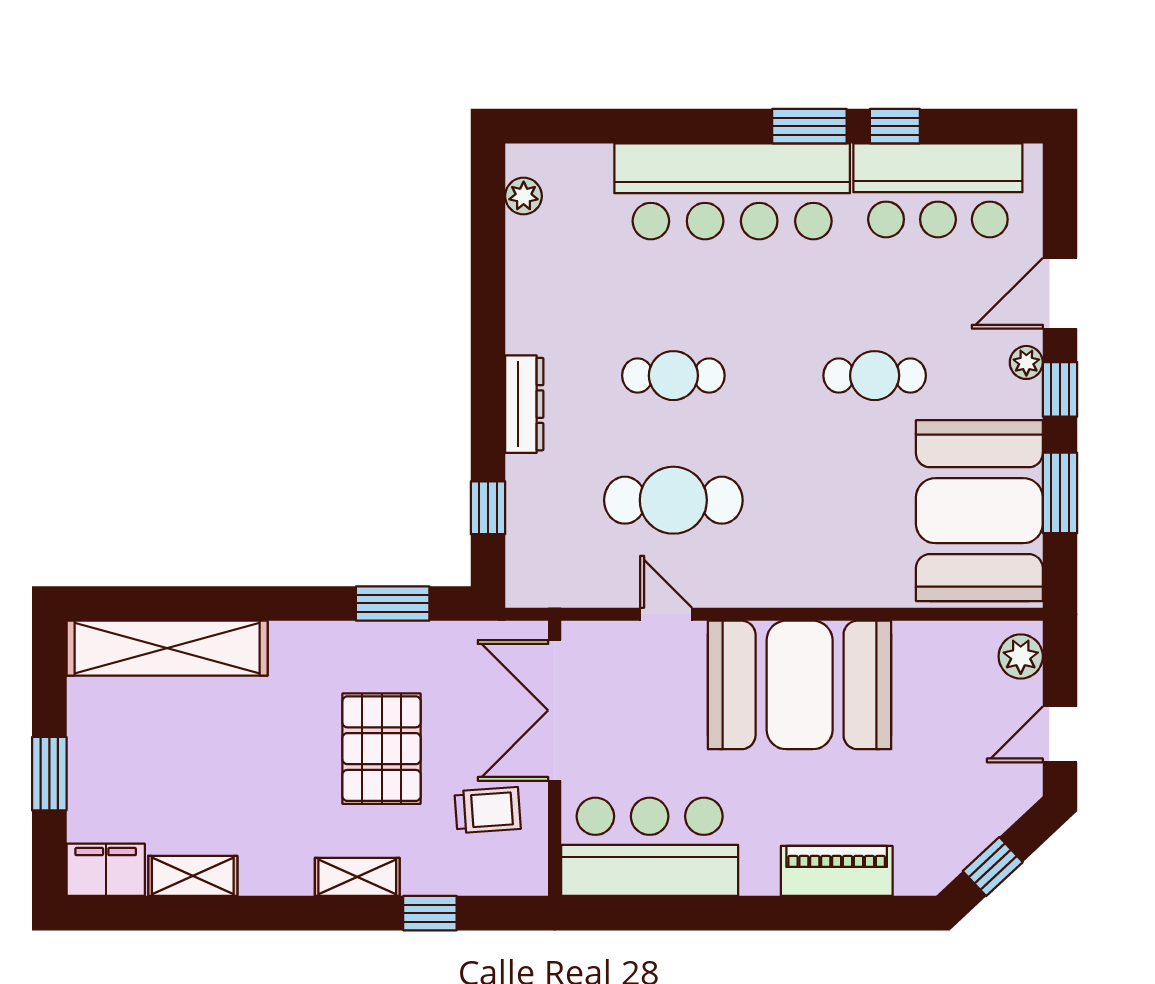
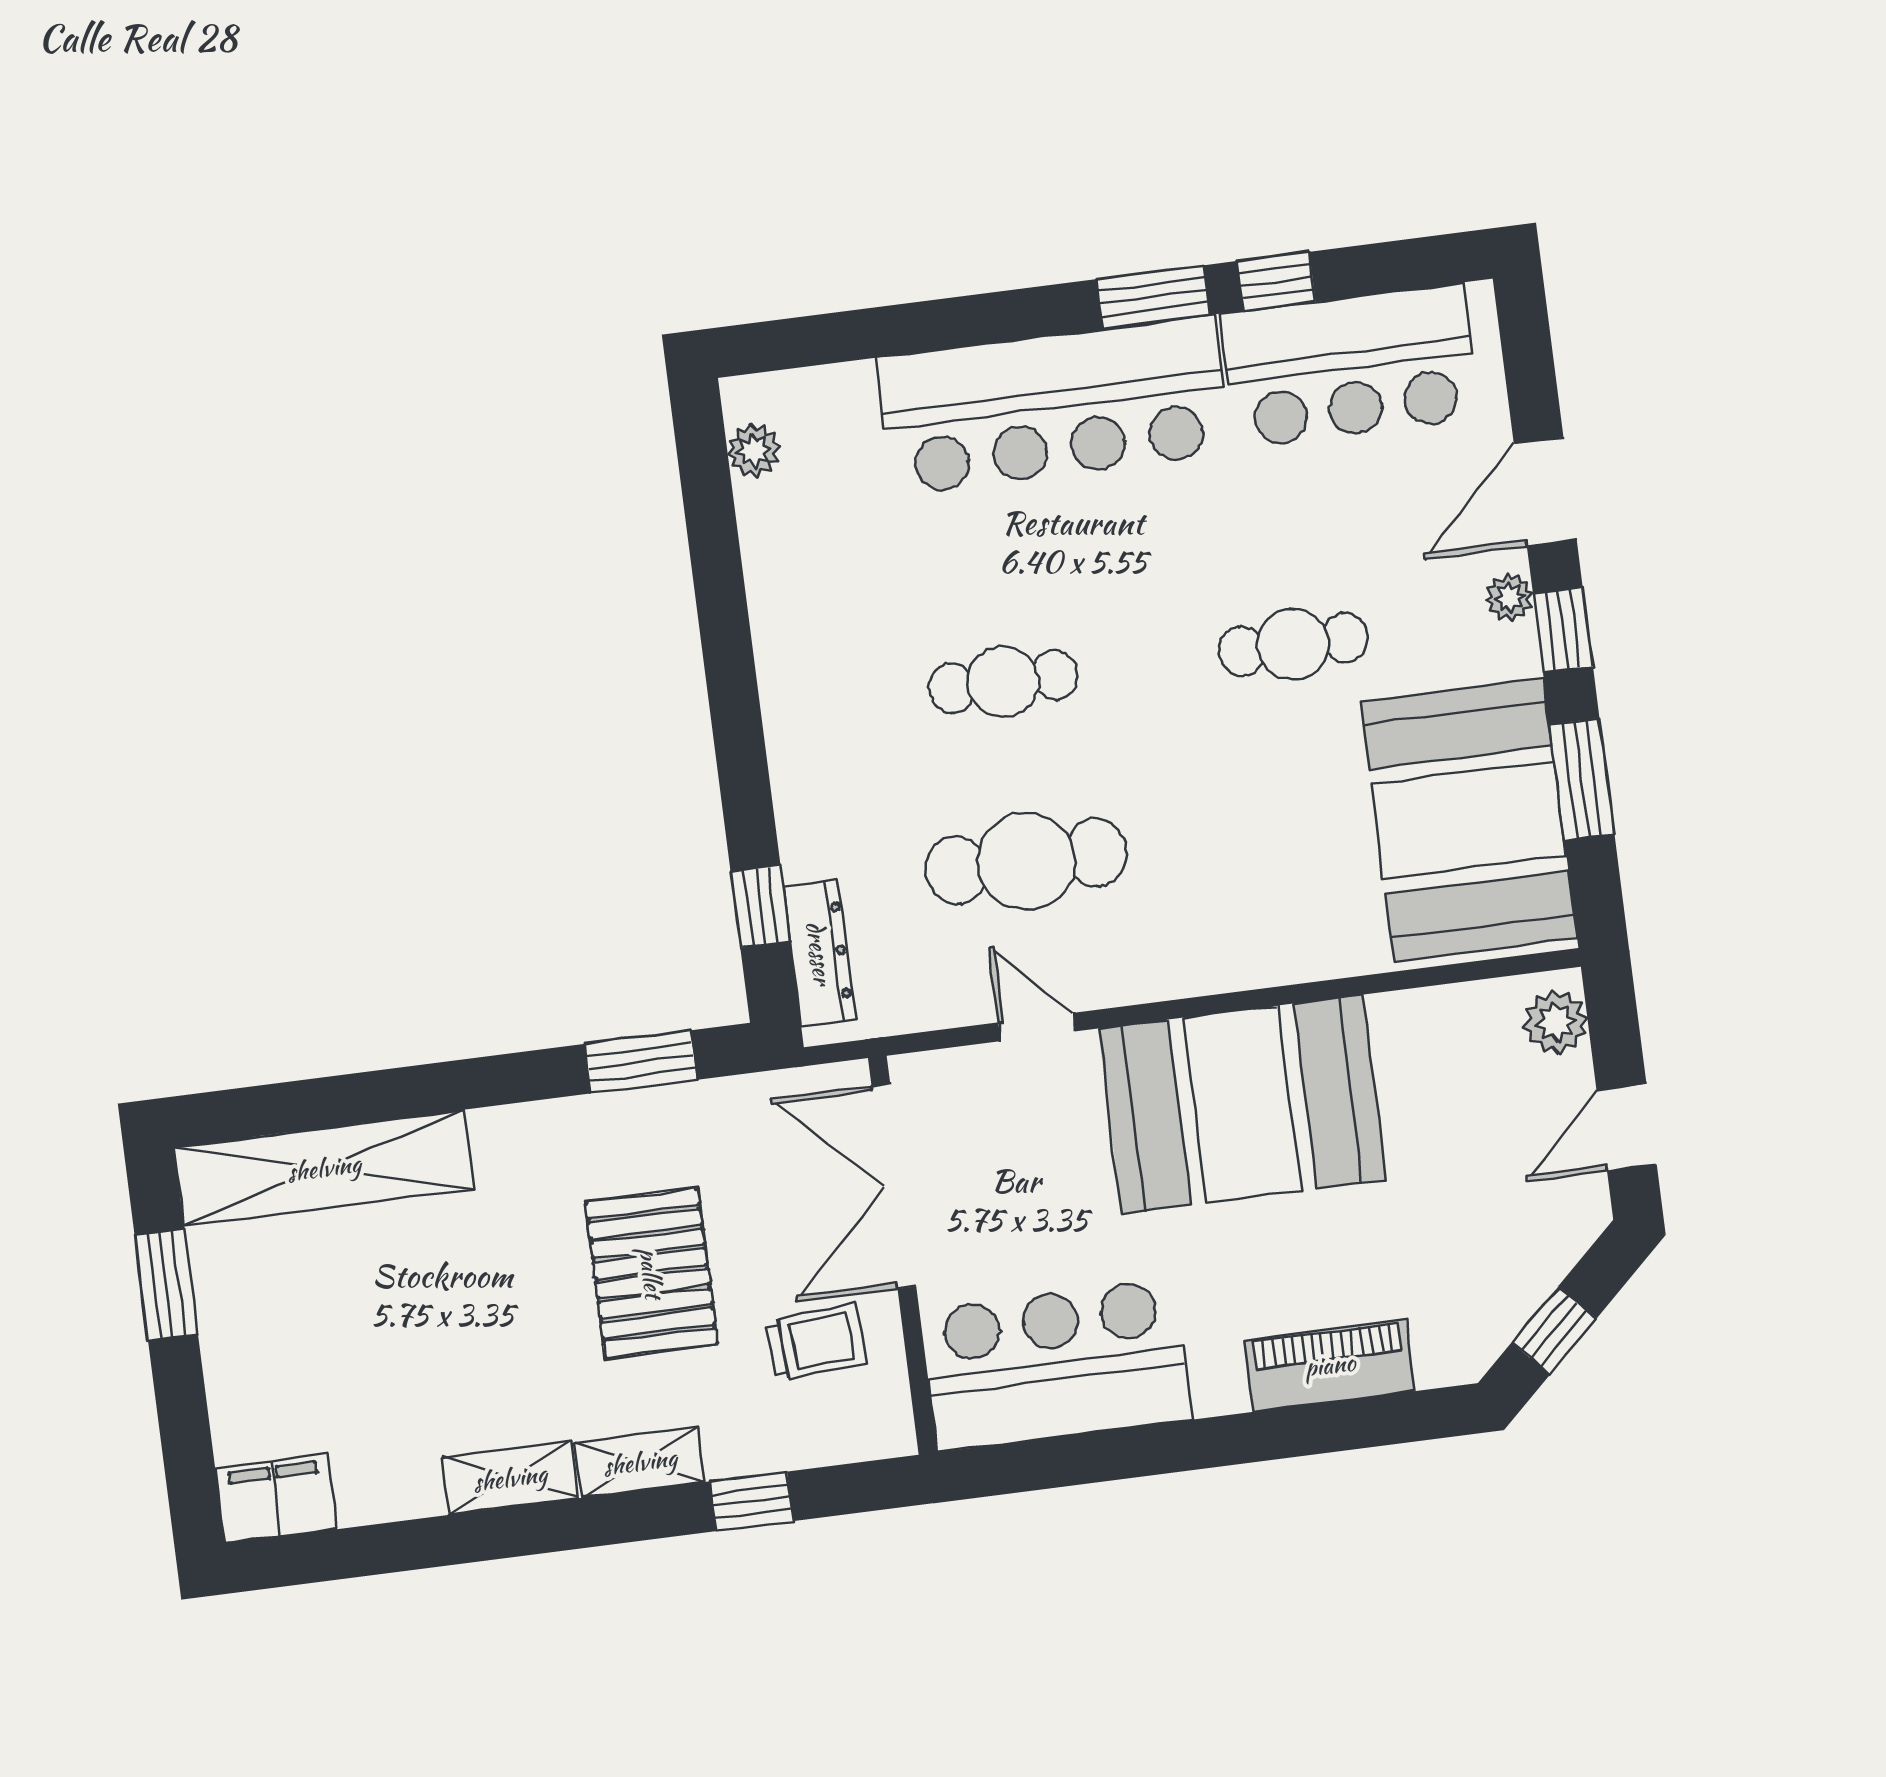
dresser: (524, 404) -> (819, 953), moved
window: (49, 774) -> (166, 1285), moved
shelving: (193, 876) -> (510, 1478), moved

